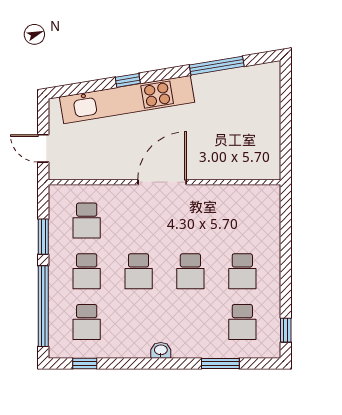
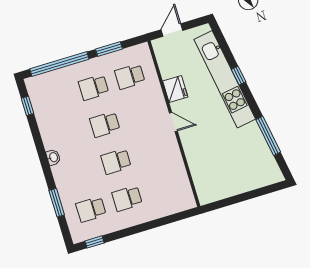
fridge: (120, 167) -> (175, 89), added
door: (162, 182) -> (173, 122), width x0.53
school desk: (87, 322) -> (57, 98), removed

